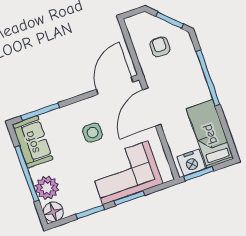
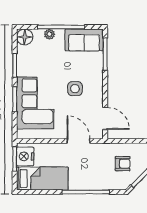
door: (115, 86) -> (105, 118), width x0.73
door: (152, 107) -> (78, 141), width x0.73
plant: (47, 188) -> (49, 34), width x0.53, depth x0.53

